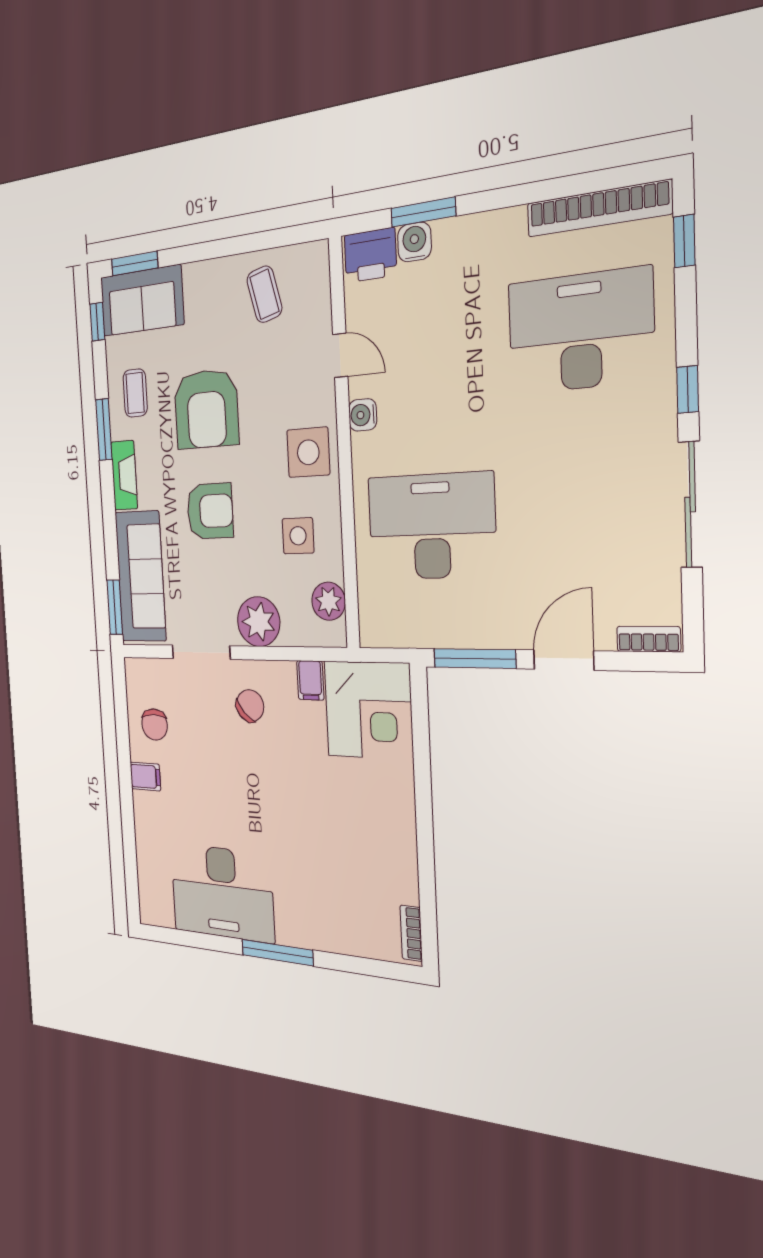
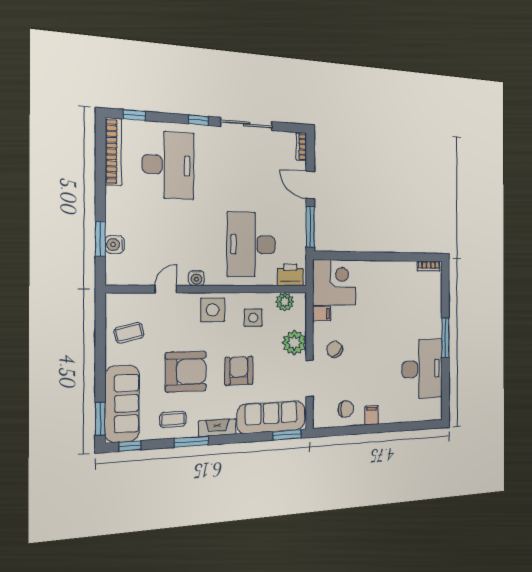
printer: (370, 255) -> (290, 275), moved, turned -90
sofa: (142, 301) -> (122, 404), width x1.36
desk: (580, 332) -> (168, 165), turned 180

